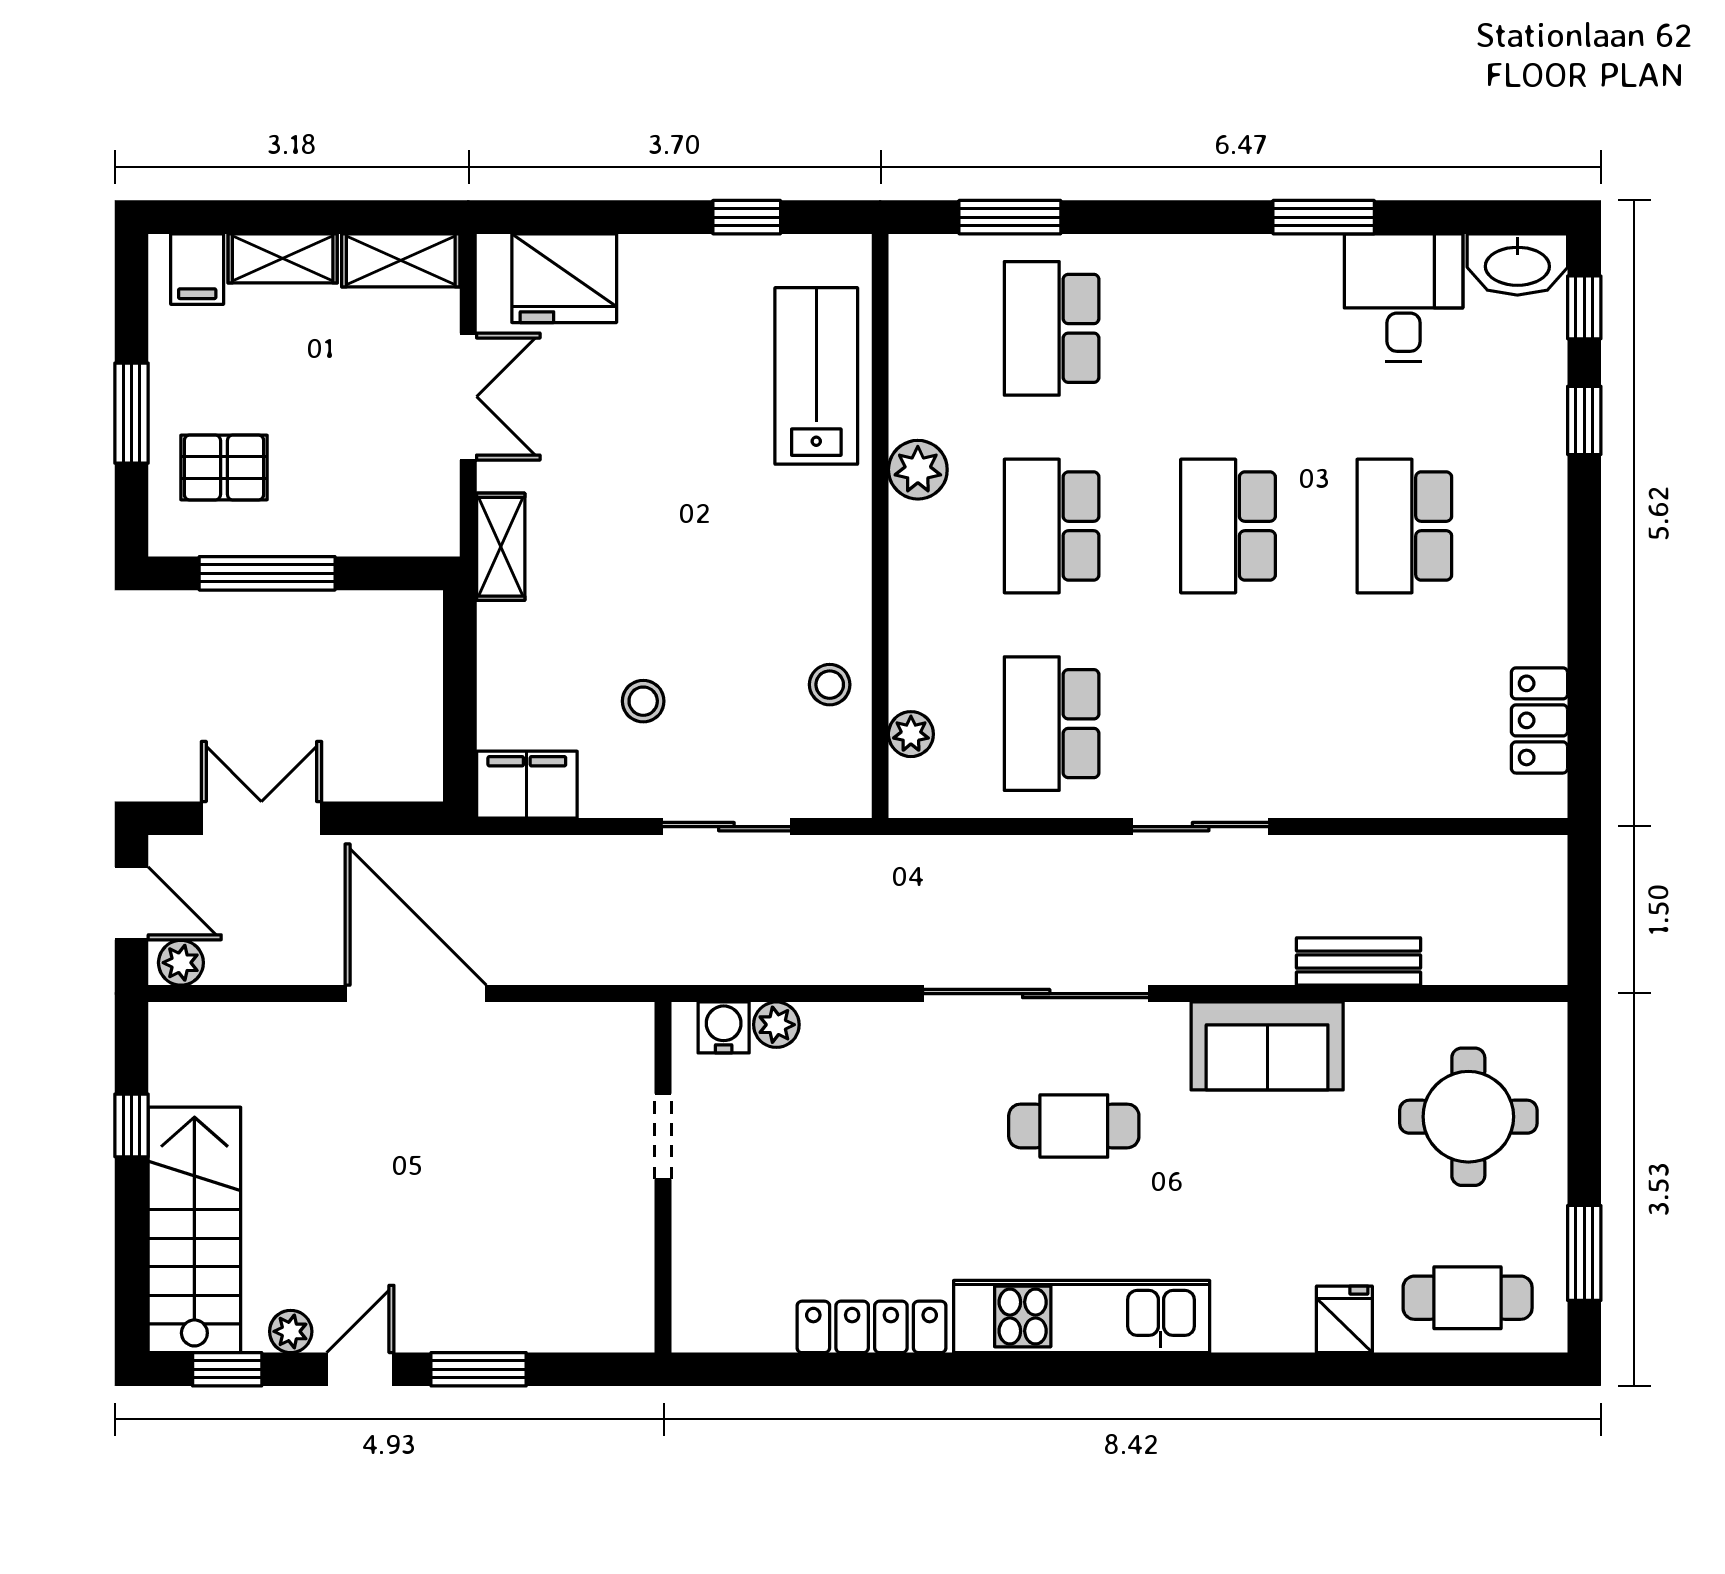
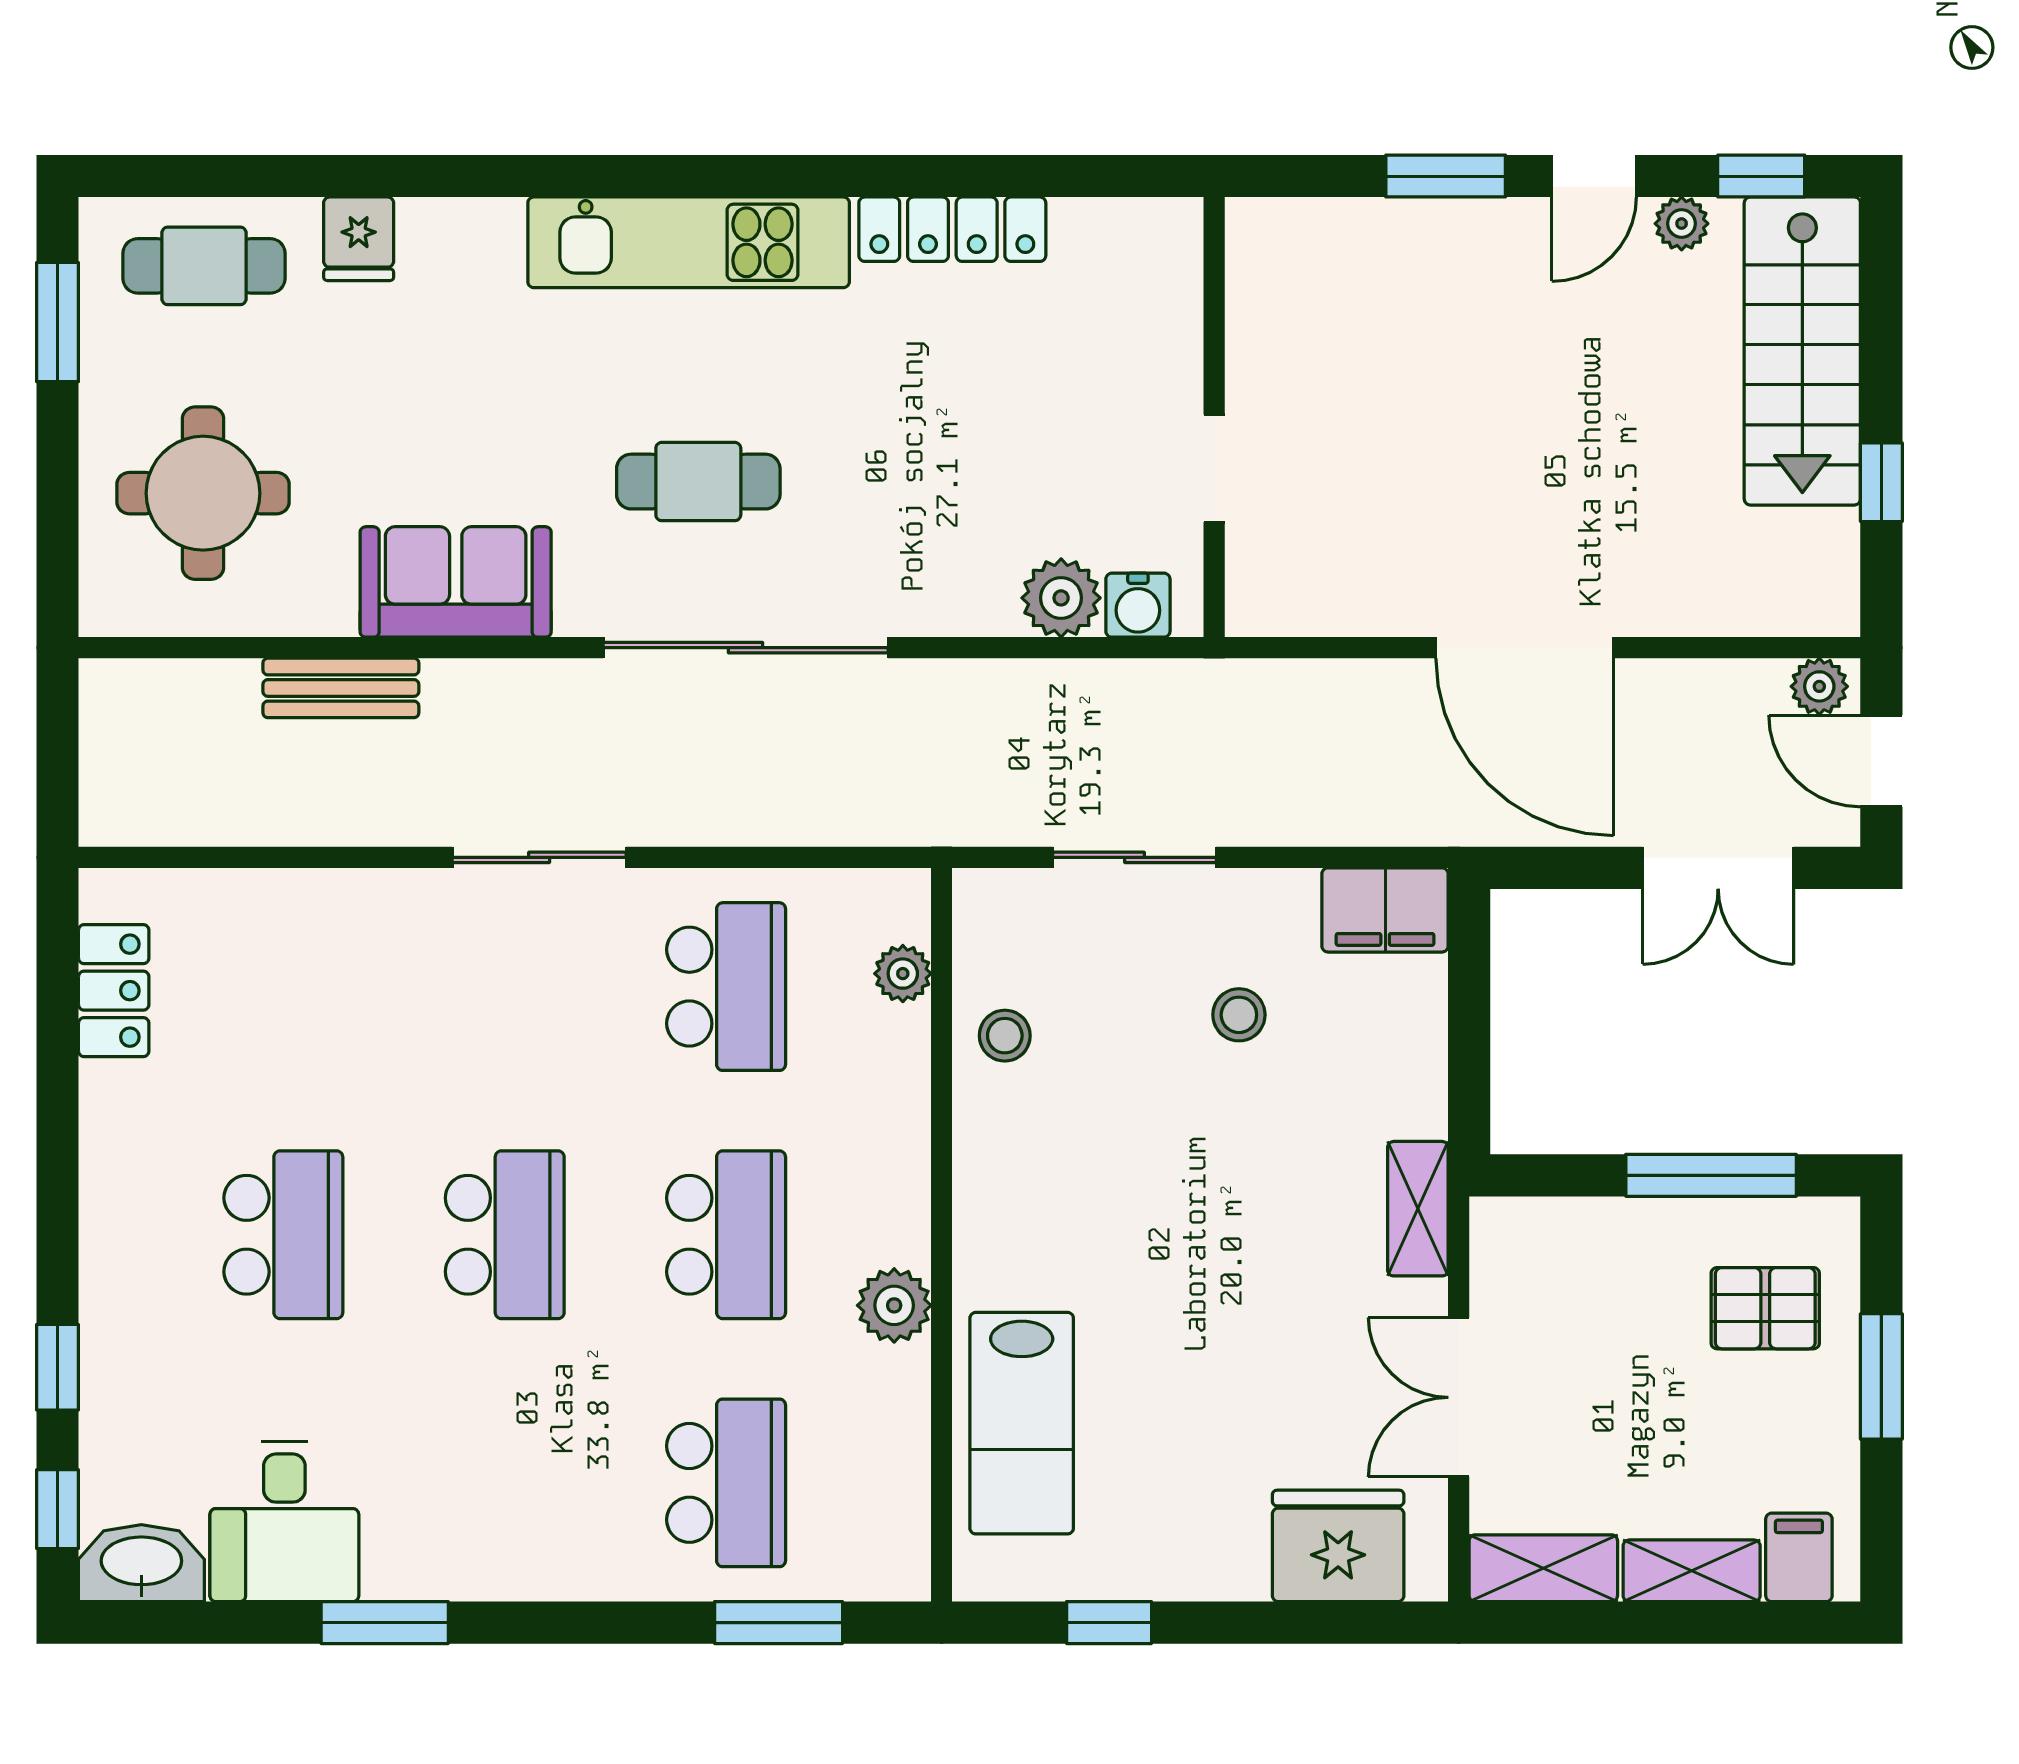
plant: (776, 1025) -> (1061, 598), width x1.38, depth x1.38

